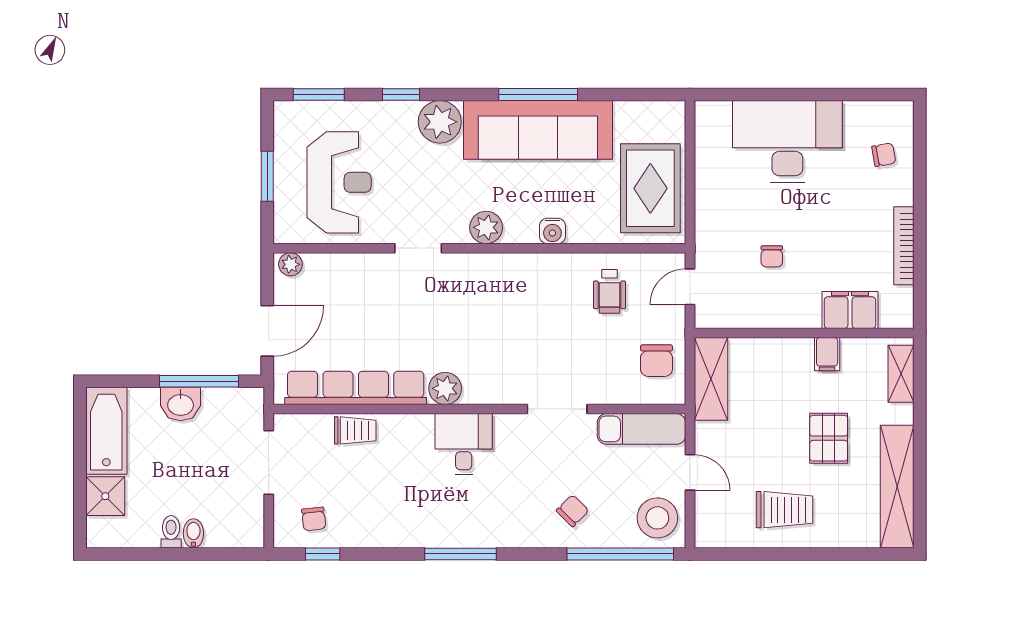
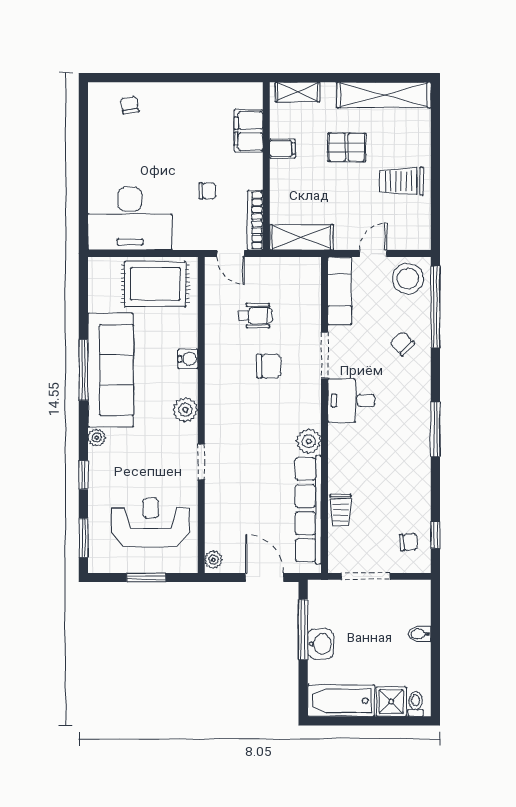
plant: (440, 122) -> (97, 438), width x0.53, depth x0.53
desk: (787, 141) -> (130, 219), moved, turned -90
bookcase: (904, 246) -> (255, 220), moved, turned 90
wheelchair: (610, 291) -> (255, 316), moved
chair: (656, 361) -> (269, 366), moved
trolley: (355, 430) -> (341, 510), turned 180
desk: (464, 444) -> (351, 401), moved
trolley: (784, 510) -> (401, 181), turned -90
toilet: (171, 532) -> (416, 704), moved, turned 90

